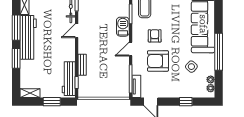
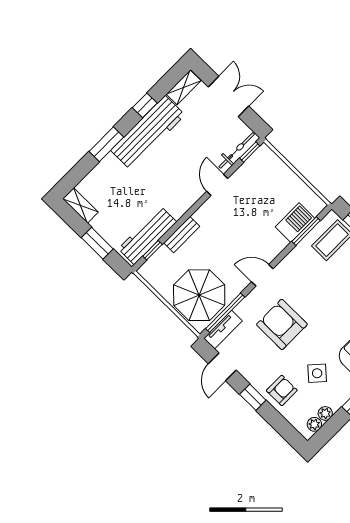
barbecue: (123, 27) -> (295, 223), moved
window: (16, 28) -> (145, 105), width x0.46
door: (77, 31) -> (217, 185), hinge flipped
armchair: (155, 36) -> (282, 390), moved
parasol: (113, 82) -> (199, 295), added
window: (186, 102) -> (253, 397), moved

